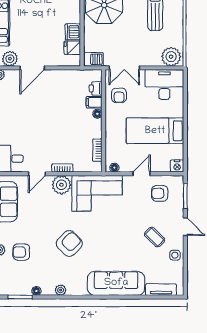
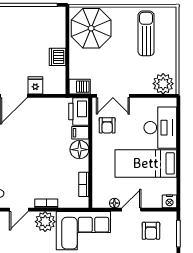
fridge: (72, 48) -> (35, 85), moved, turned 90
desk: (164, 85) -> (160, 128), moved, turned 90
printer: (96, 88) -> (79, 111), width x1.87, depth x1.48
floor lamp: (97, 114) -> (79, 150), width x1.89, depth x1.89
floor lamp: (114, 168) -> (114, 203), moved
armchair: (160, 193) -> (151, 231), turned -90

